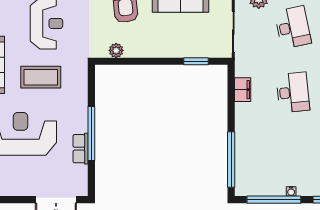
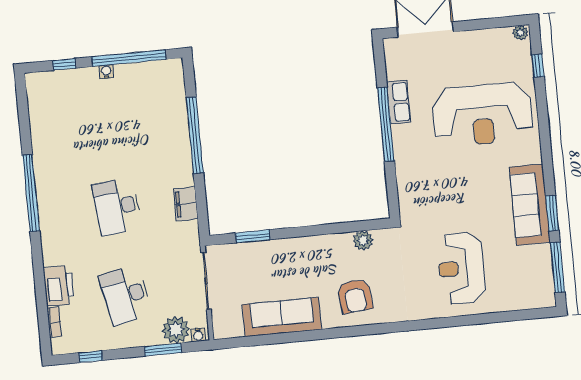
coffee table: (41, 77) -> (462, 194), removed
window: (231, 160) -> (195, 135), moved

